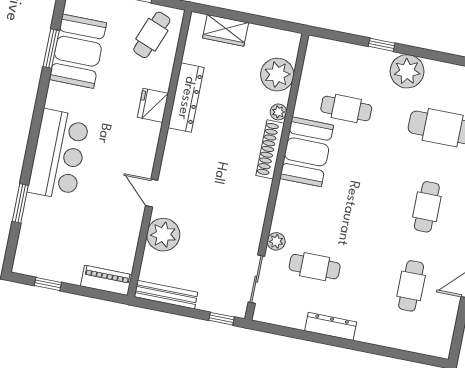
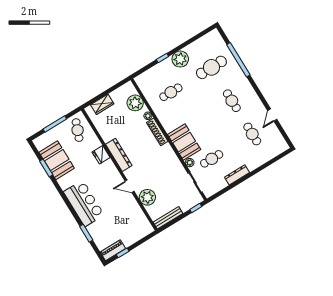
dresser: (186, 98) -> (119, 155), moved
booth: (307, 152) -> (184, 142), moved
piano: (106, 280) -> (113, 250), moved

